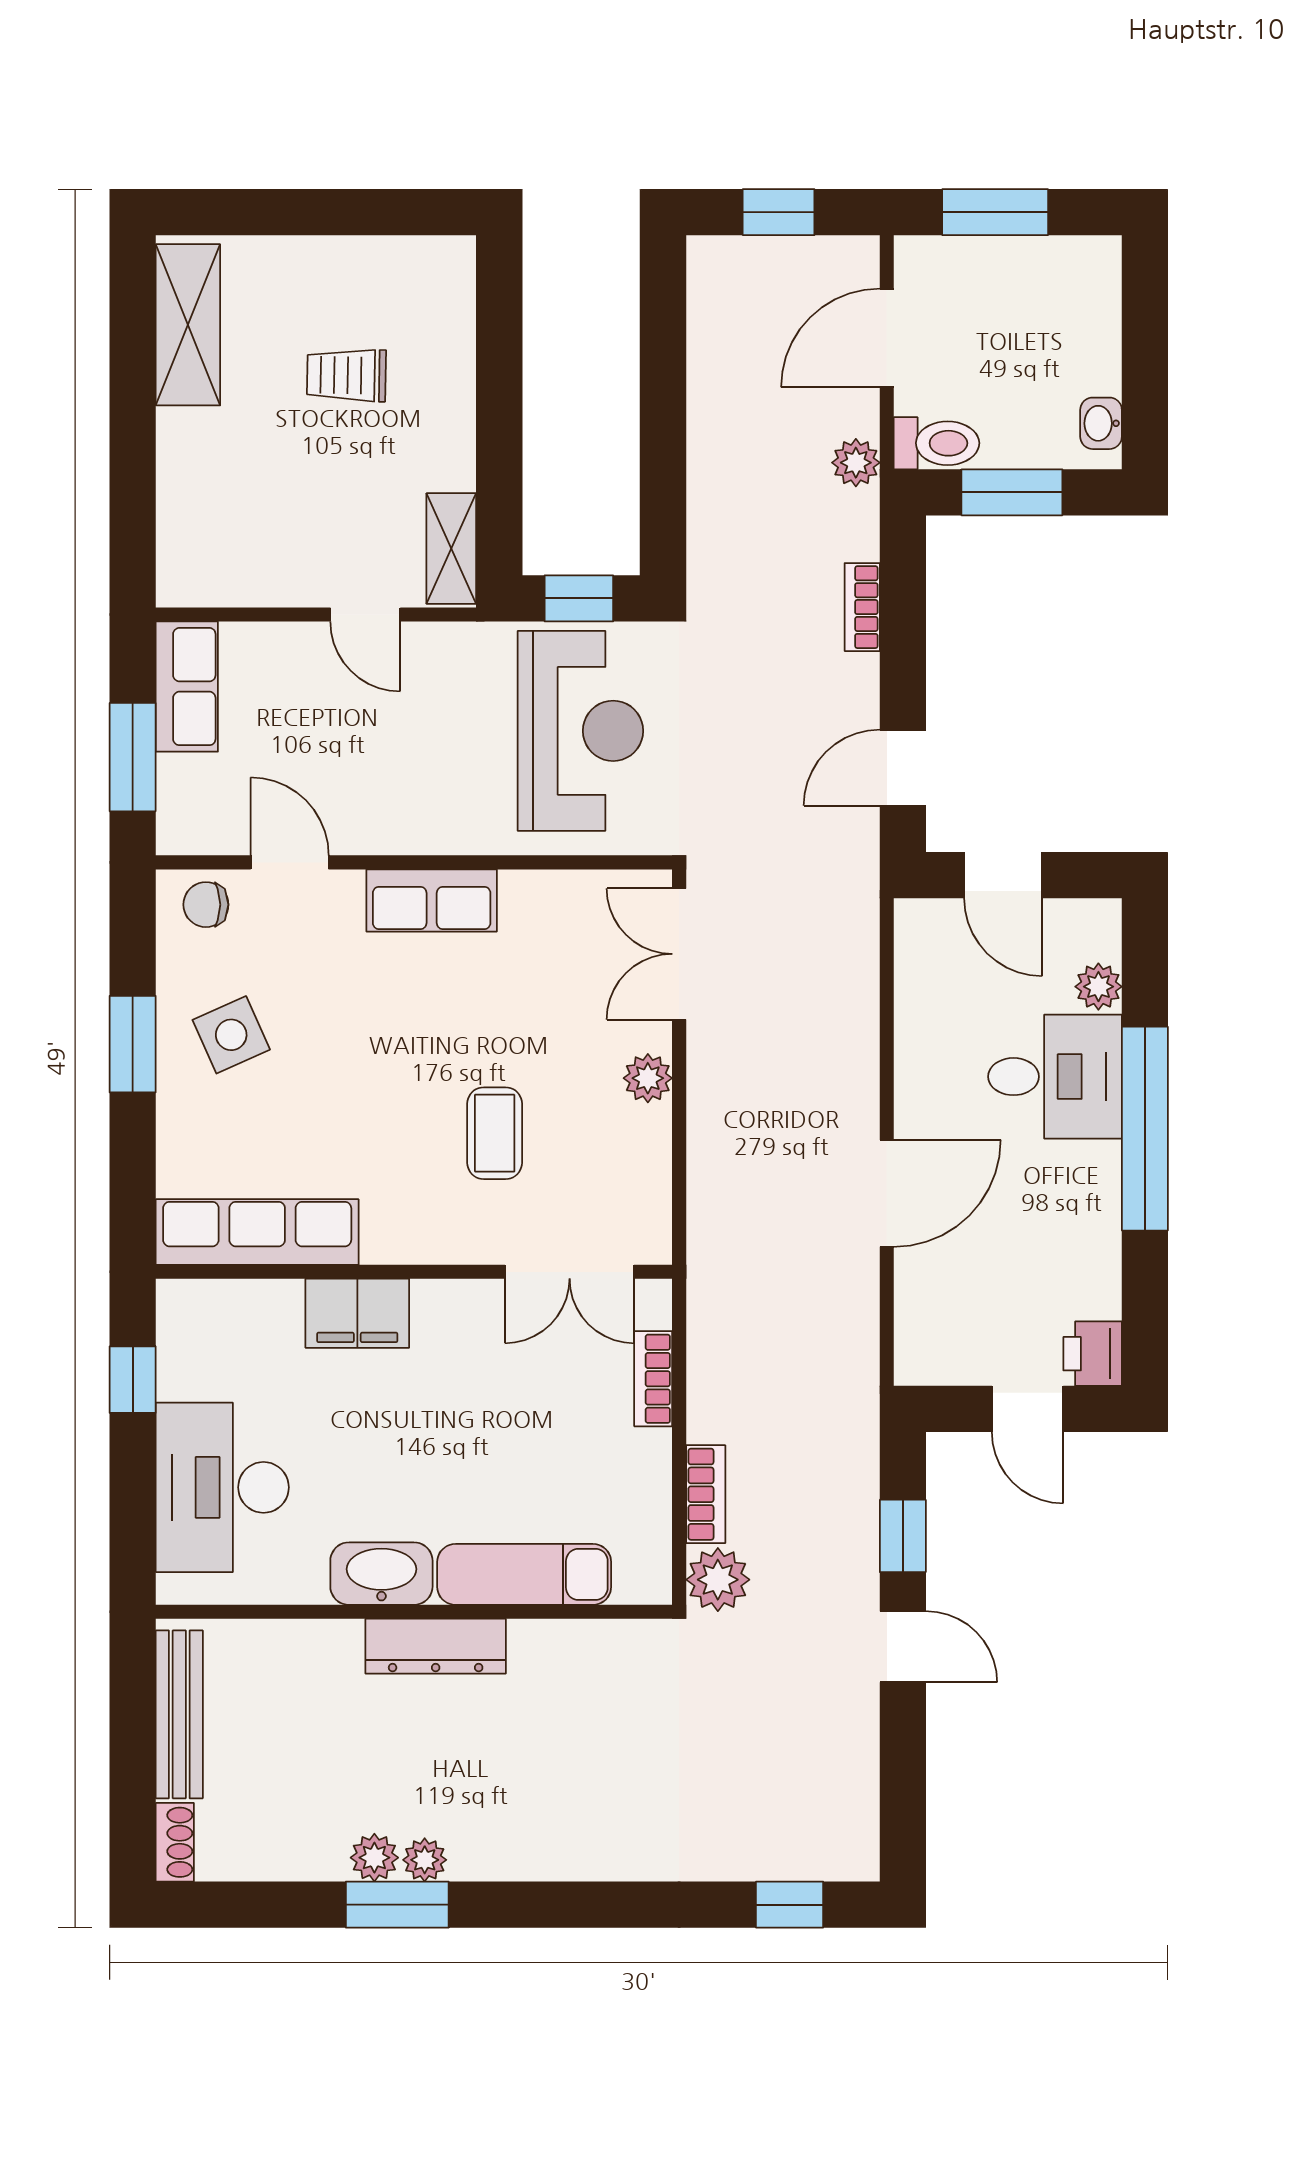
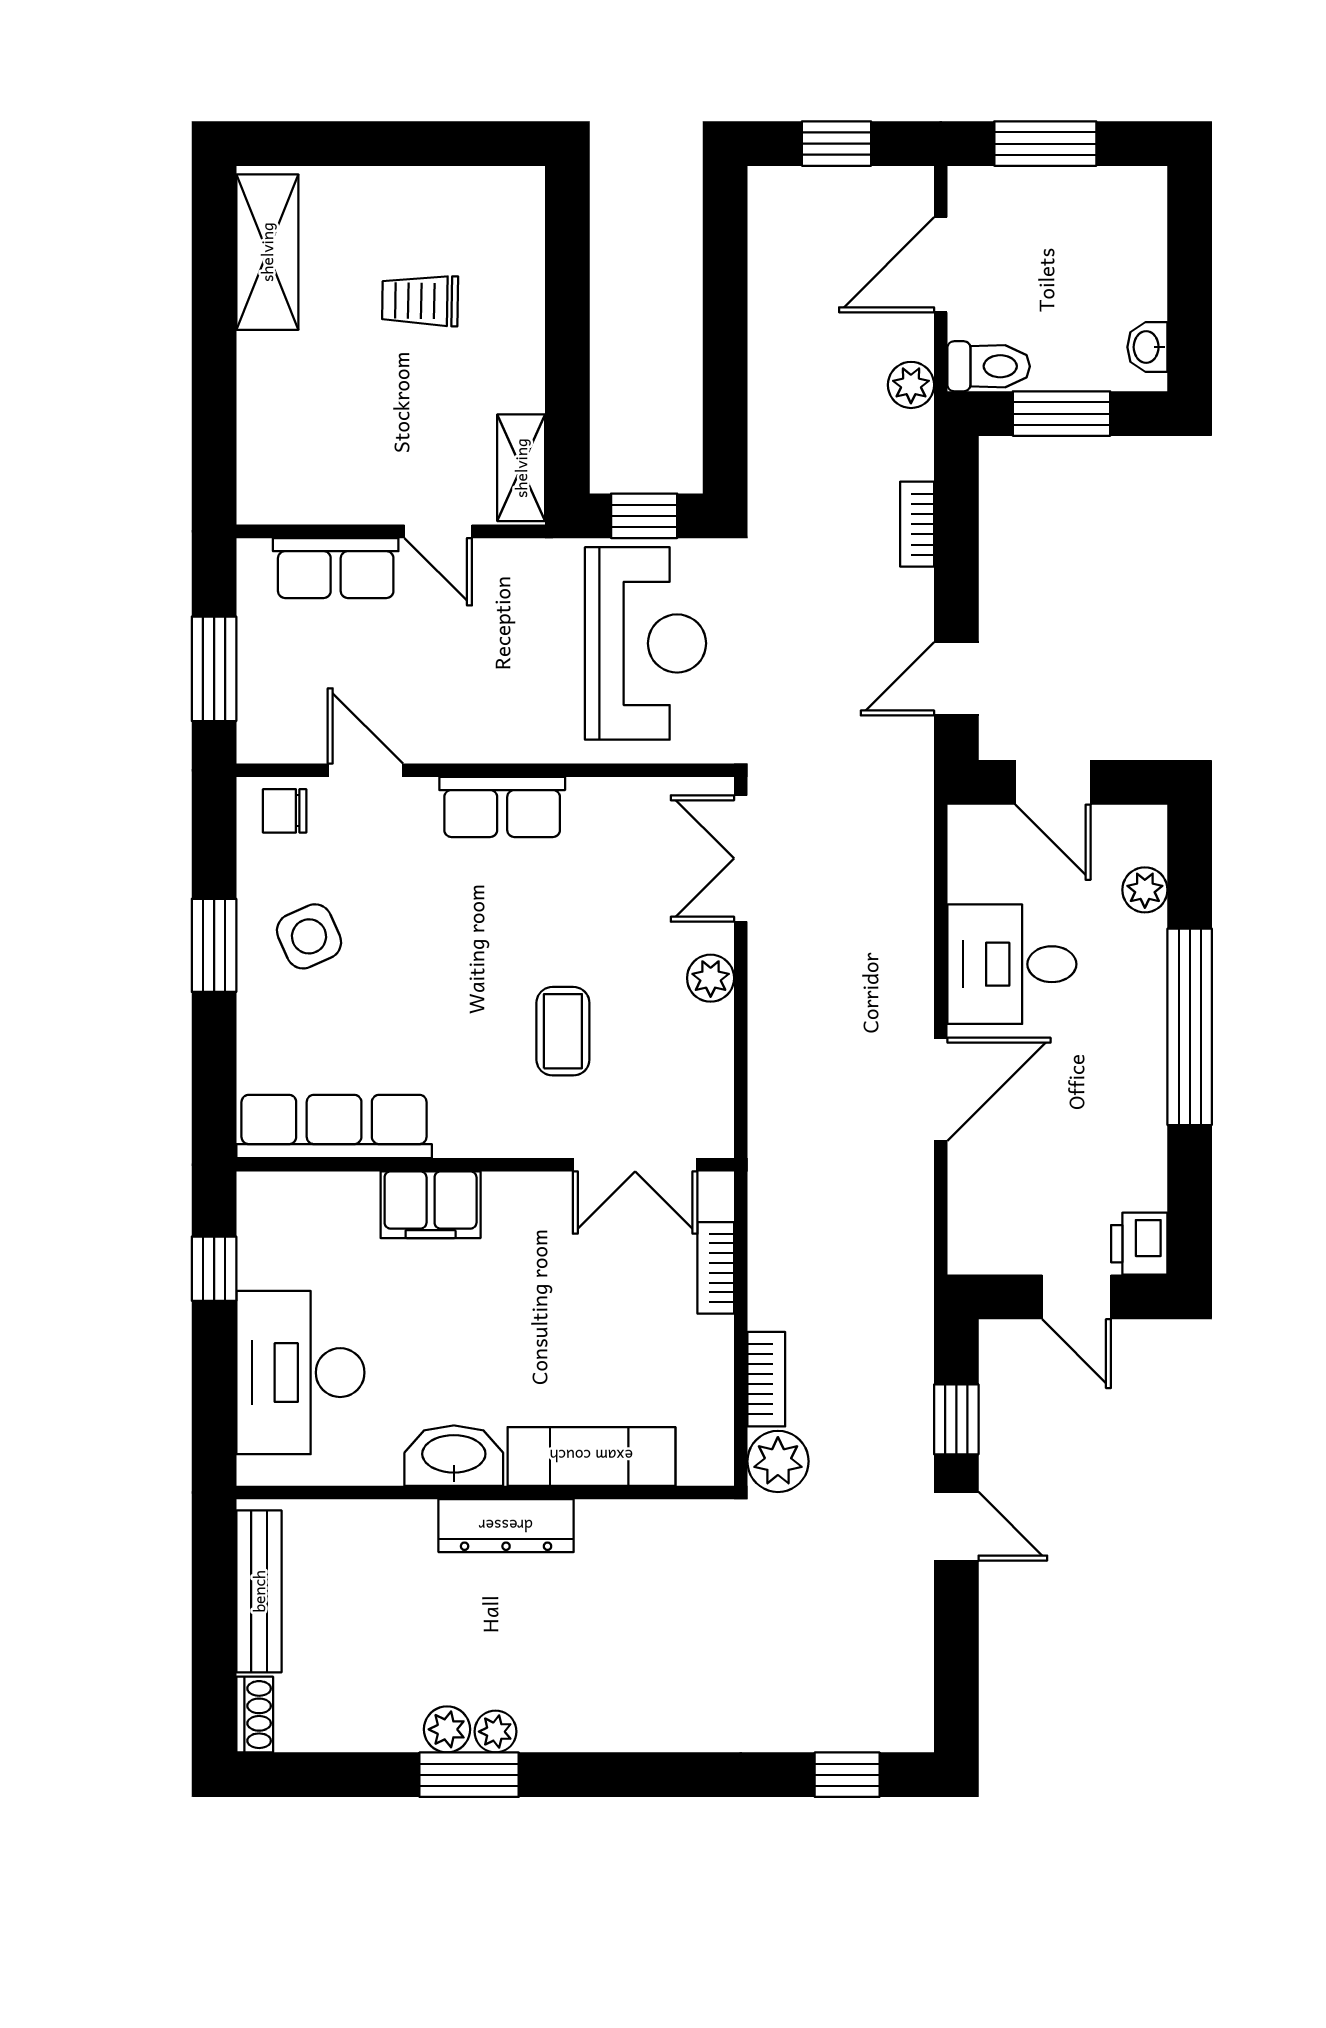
row of seats: (187, 687) -> (336, 568), moved, turned 90
desk: (1055, 1077) -> (1012, 964), moved, turned 180

